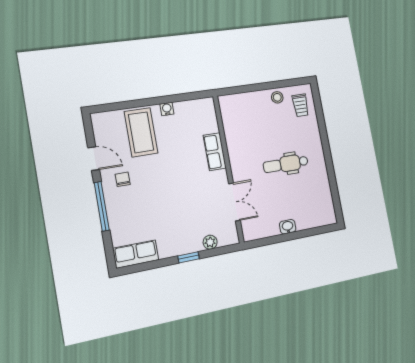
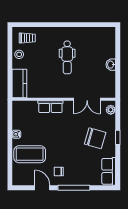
kitchen counter: (239, 103) -> (19, 84), added
door: (94, 159) -> (42, 188), hinge flipped
double door: (234, 202) -> (87, 99), swing flipped
chair: (181, 224) -> (95, 138), added
plant: (210, 242) -> (111, 110), moved

